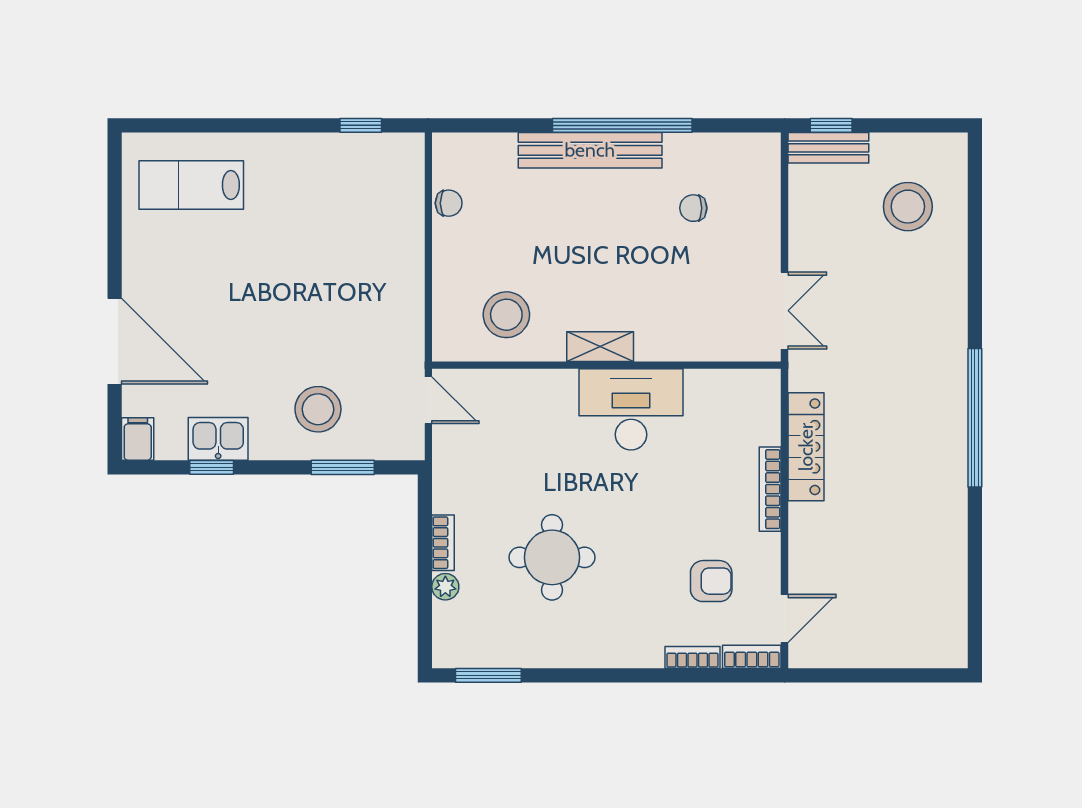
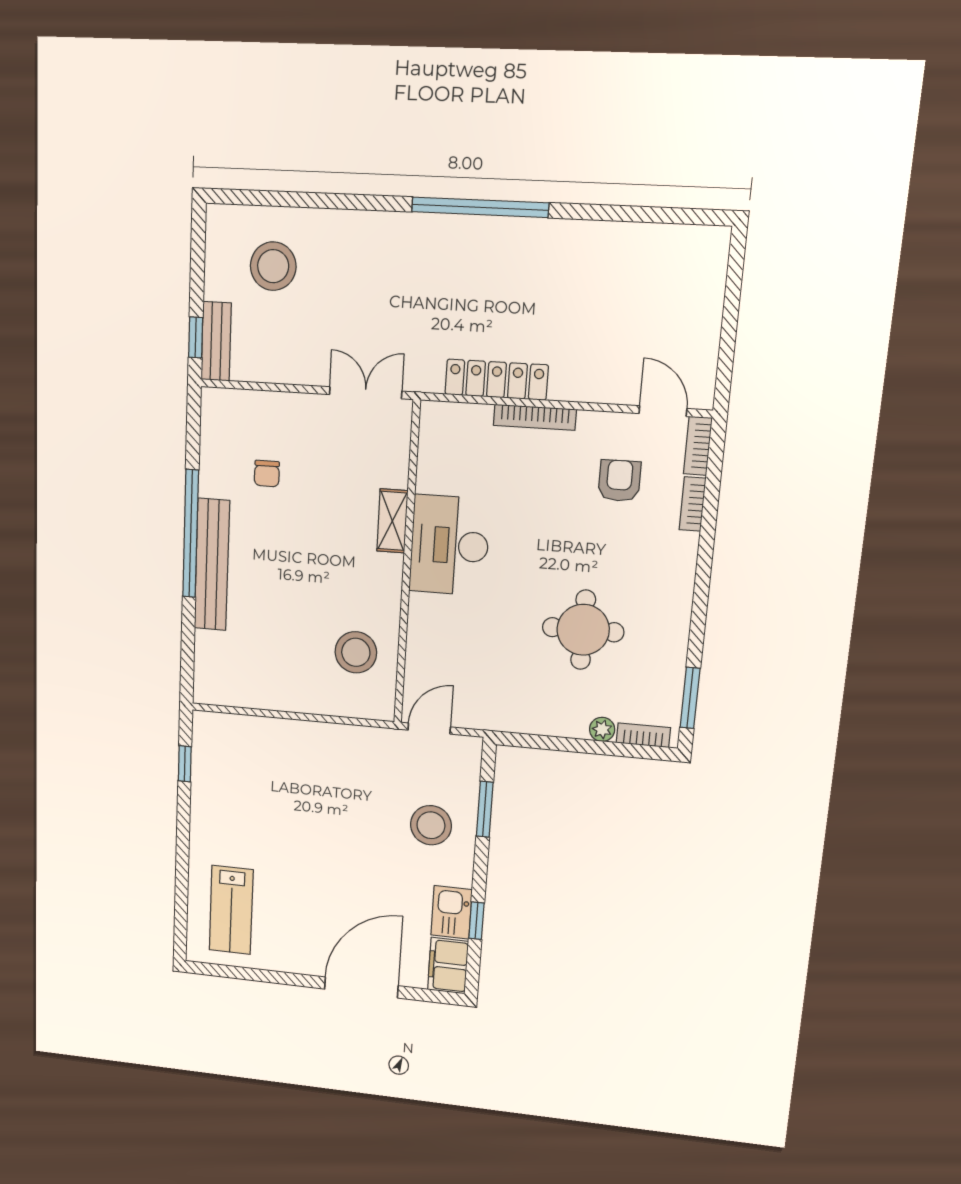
chair: (449, 203) -> (254, 694), removed
shelving: (600, 347) -> (392, 521), moved
filing cabinet: (138, 439) -> (448, 966), width x2.00
bookcase: (443, 543) -> (643, 735), moved

